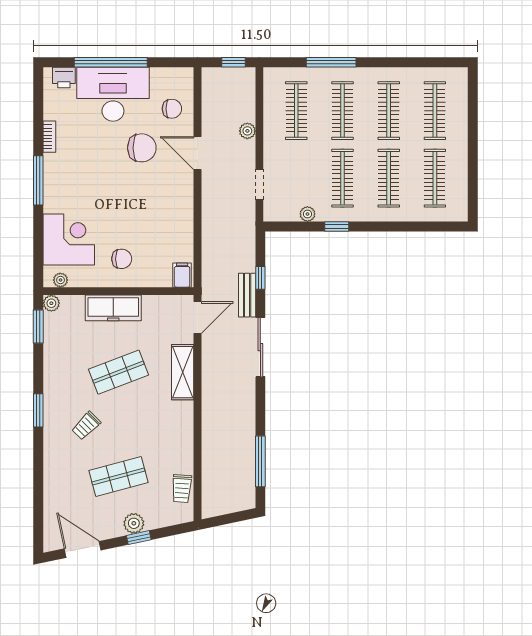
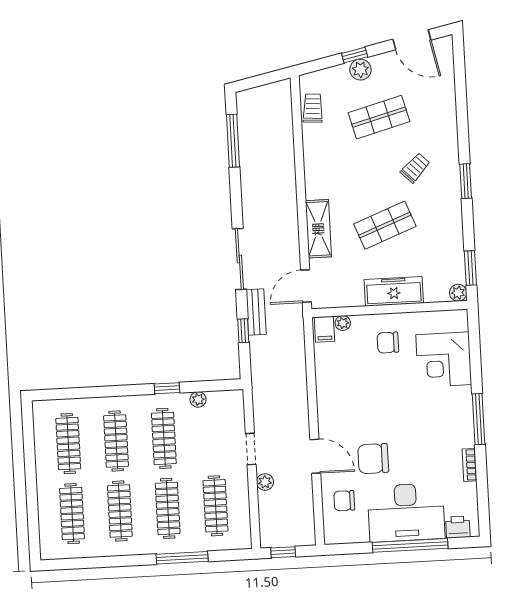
doorway: (259, 184) -> (251, 449), moved
plant: (60, 280) -> (343, 323), moved

